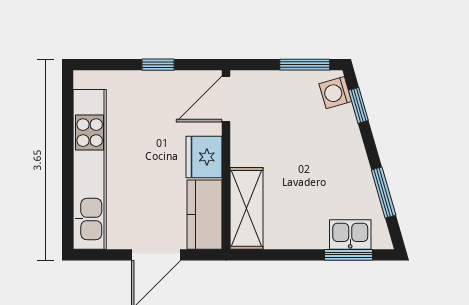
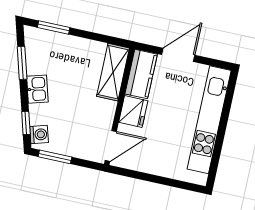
window: (158, 65) -> (150, 178), removed
kitchen sink: (350, 234) -> (37, 89), moved, turned -106

